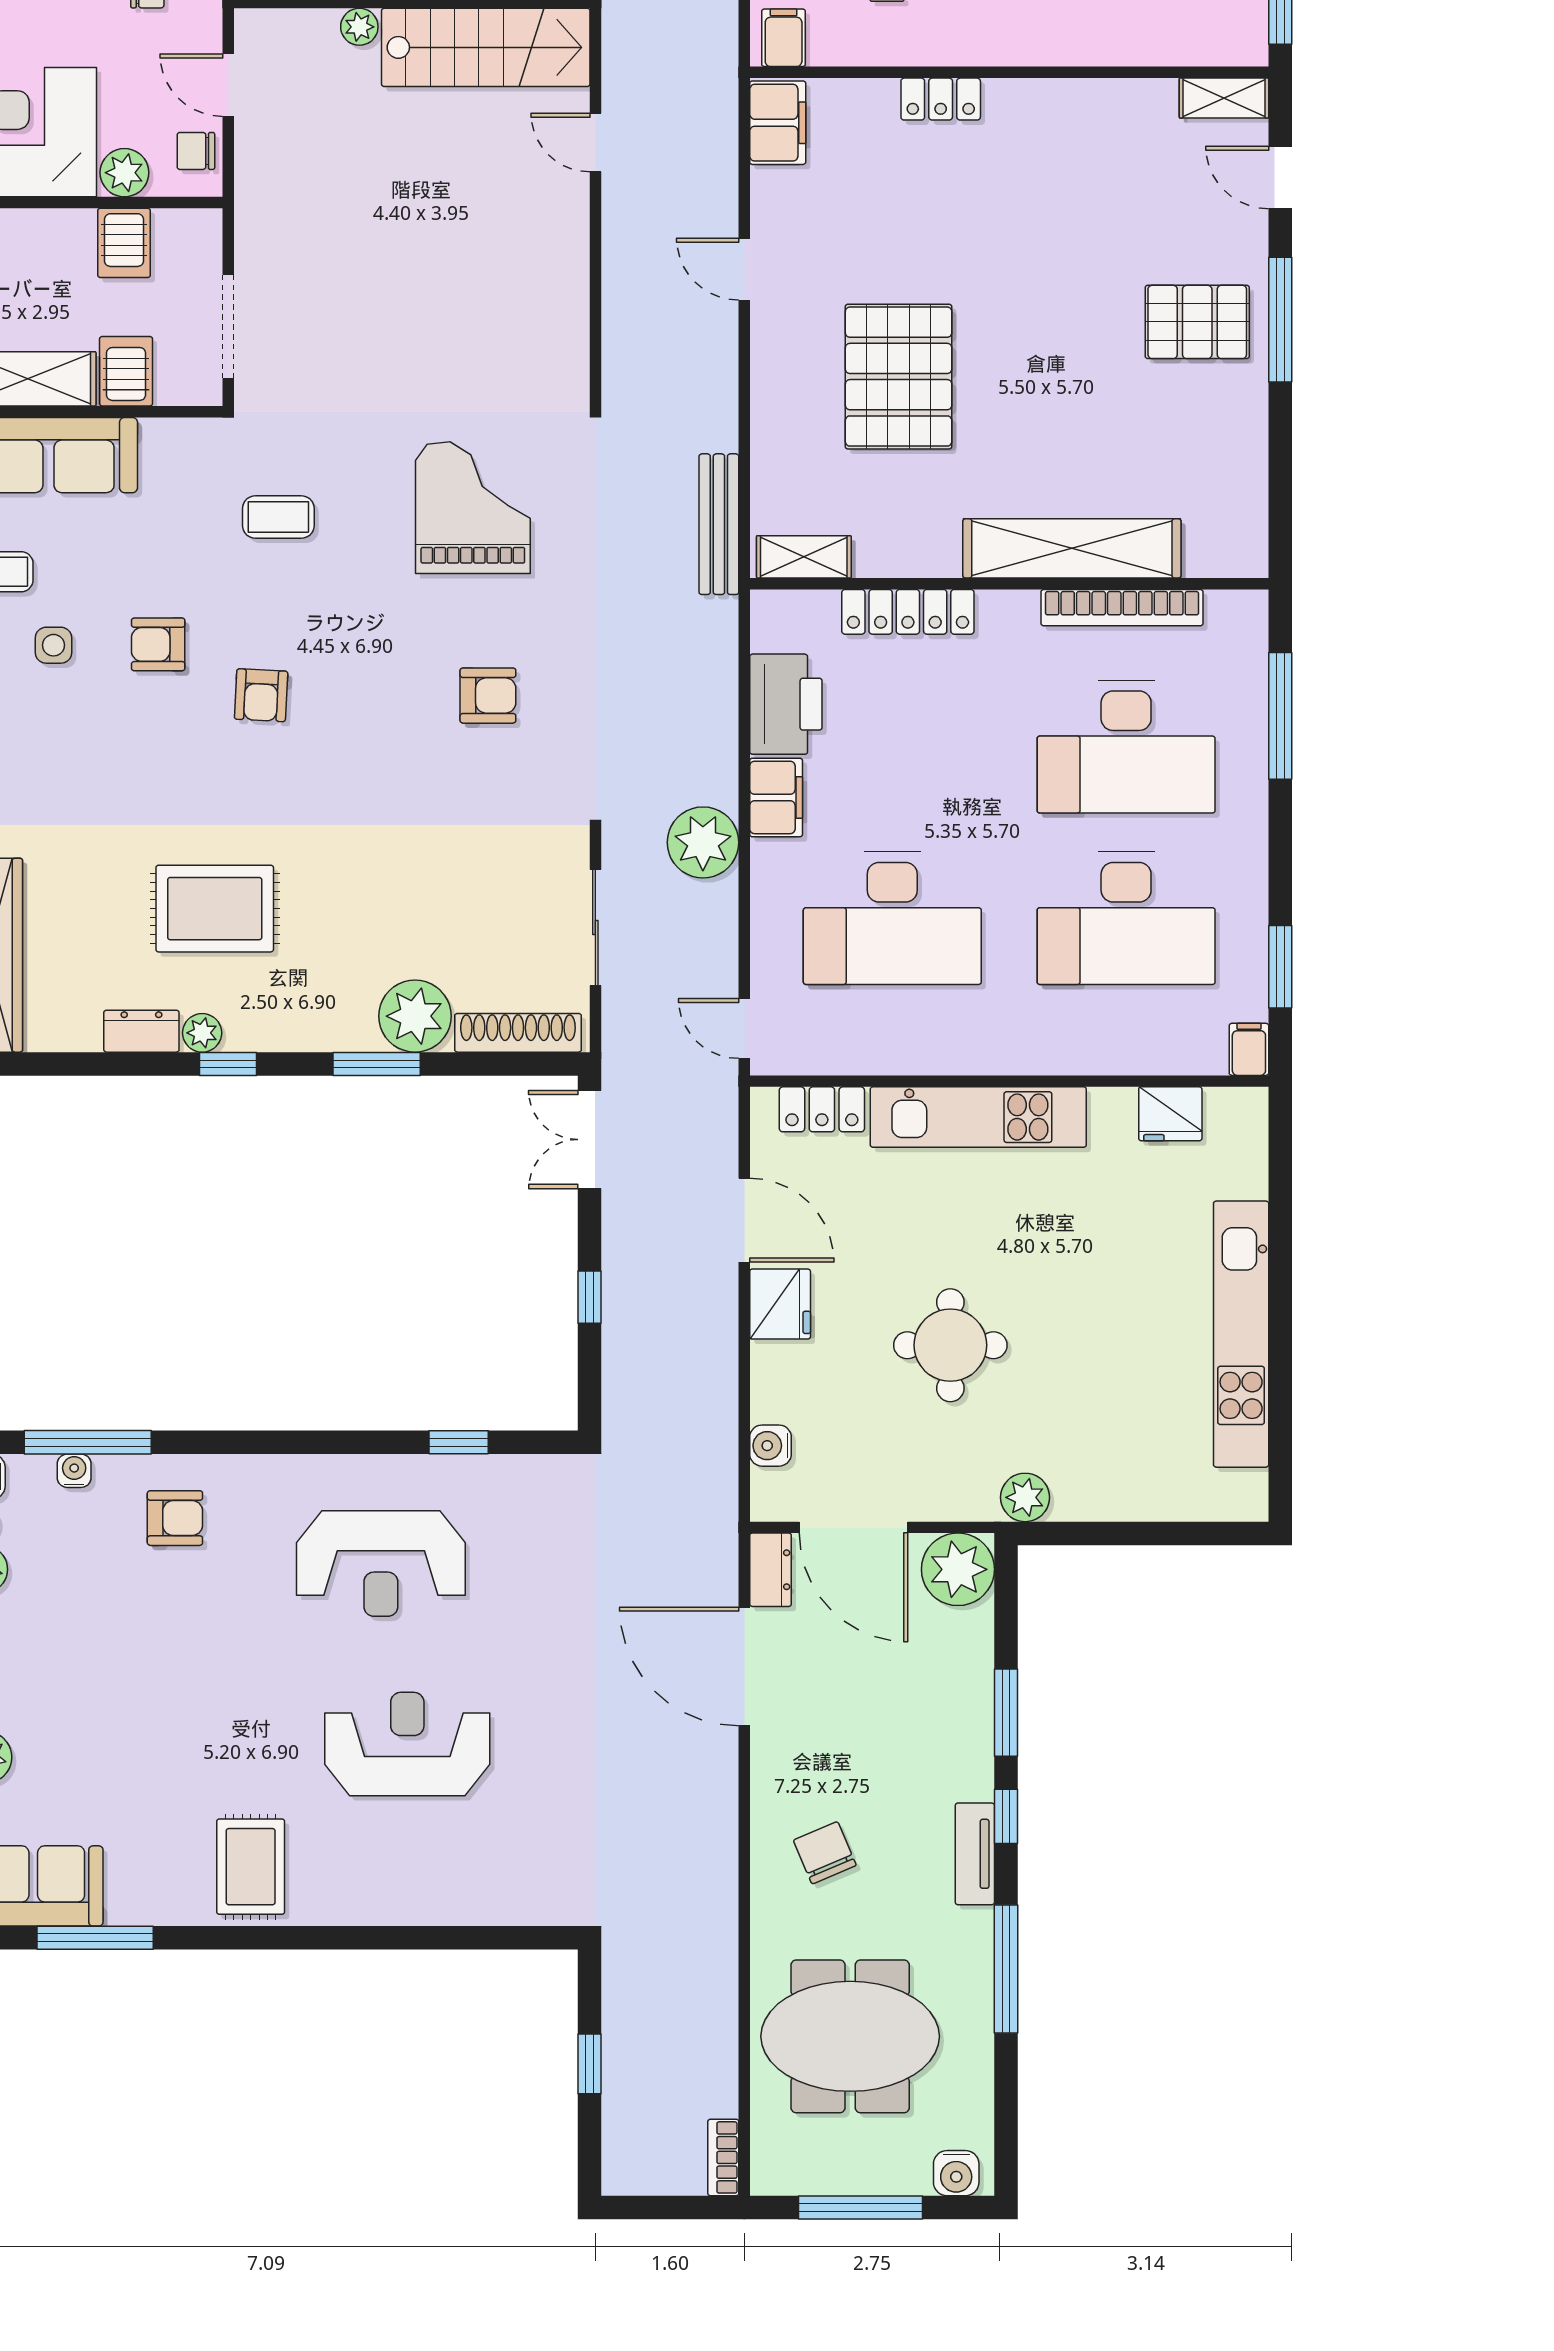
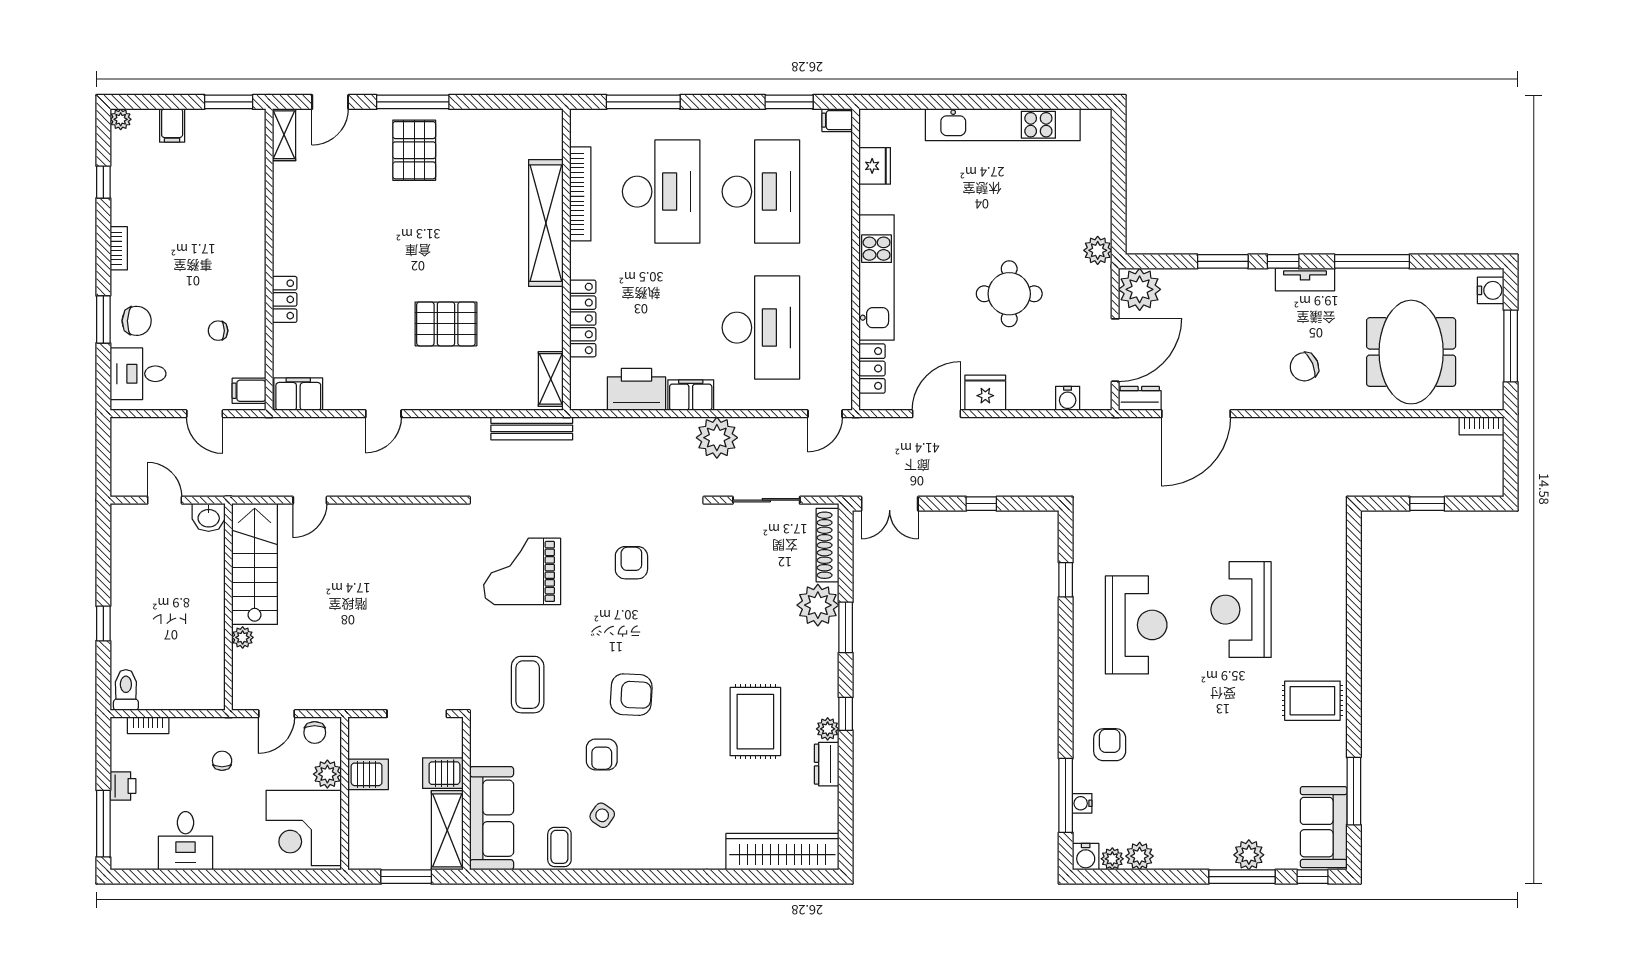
pallet: (899, 377) -> (446, 324), width x0.73, depth x0.71
coffee table: (278, 517) -> (528, 685), width x1.36, depth x1.30
side table: (53, 645) -> (602, 815), turned 35
armchair: (261, 695) -> (631, 695), width x1.38, depth x1.38

